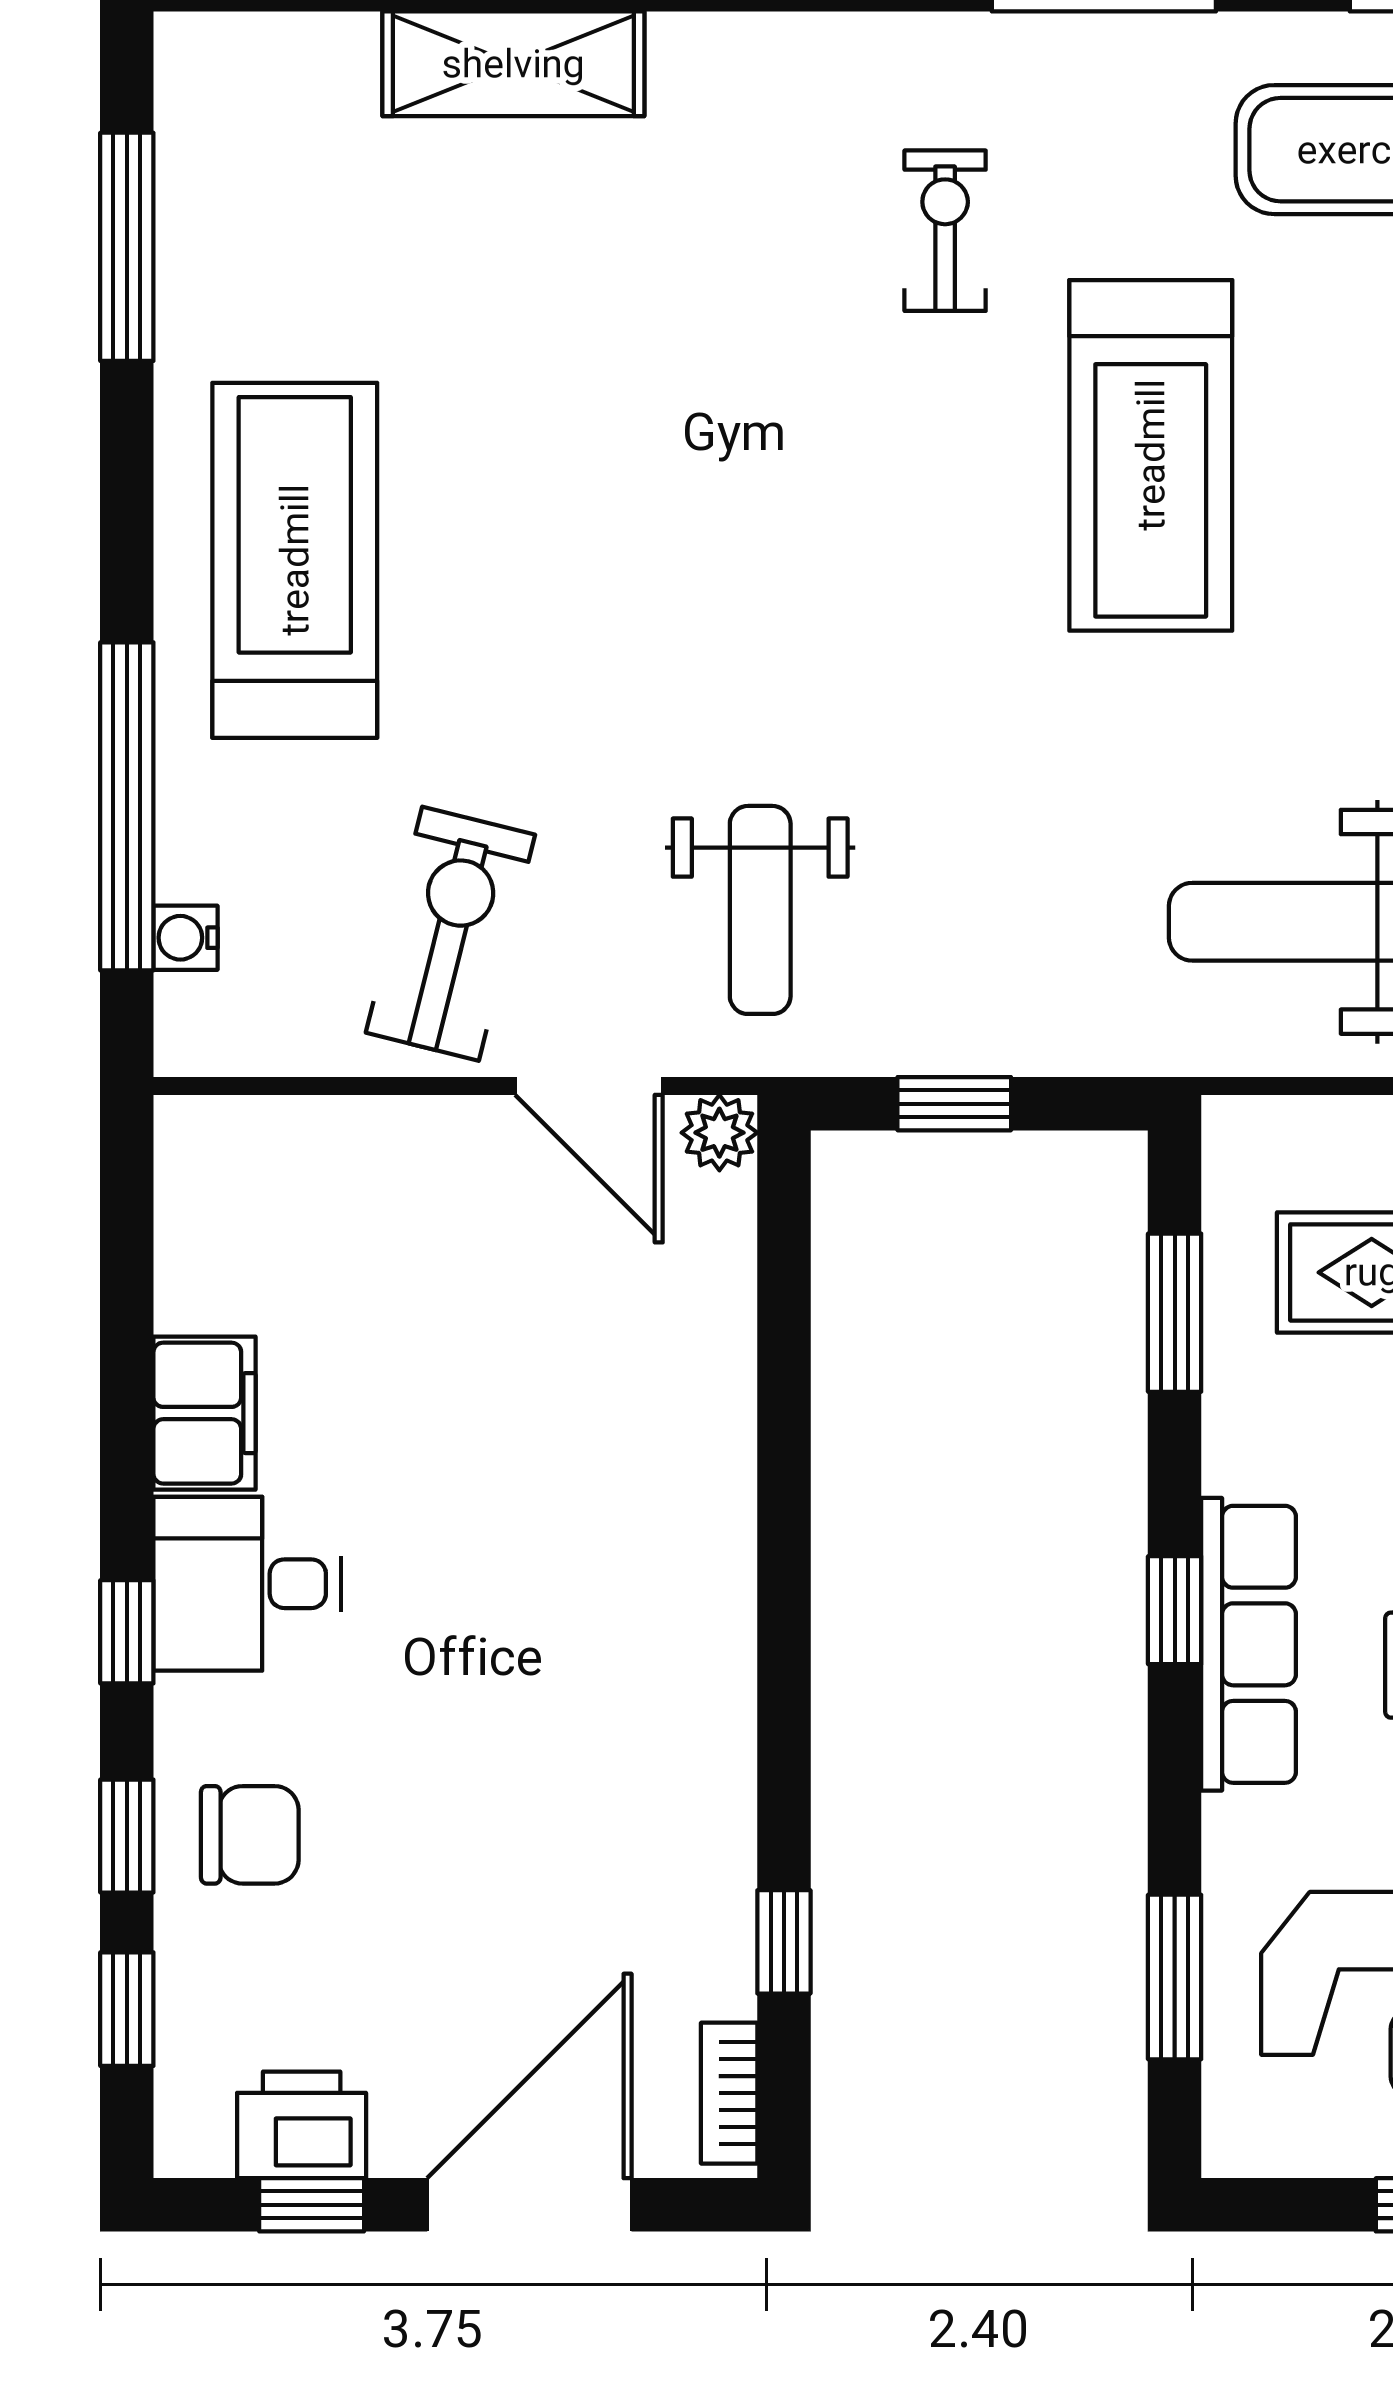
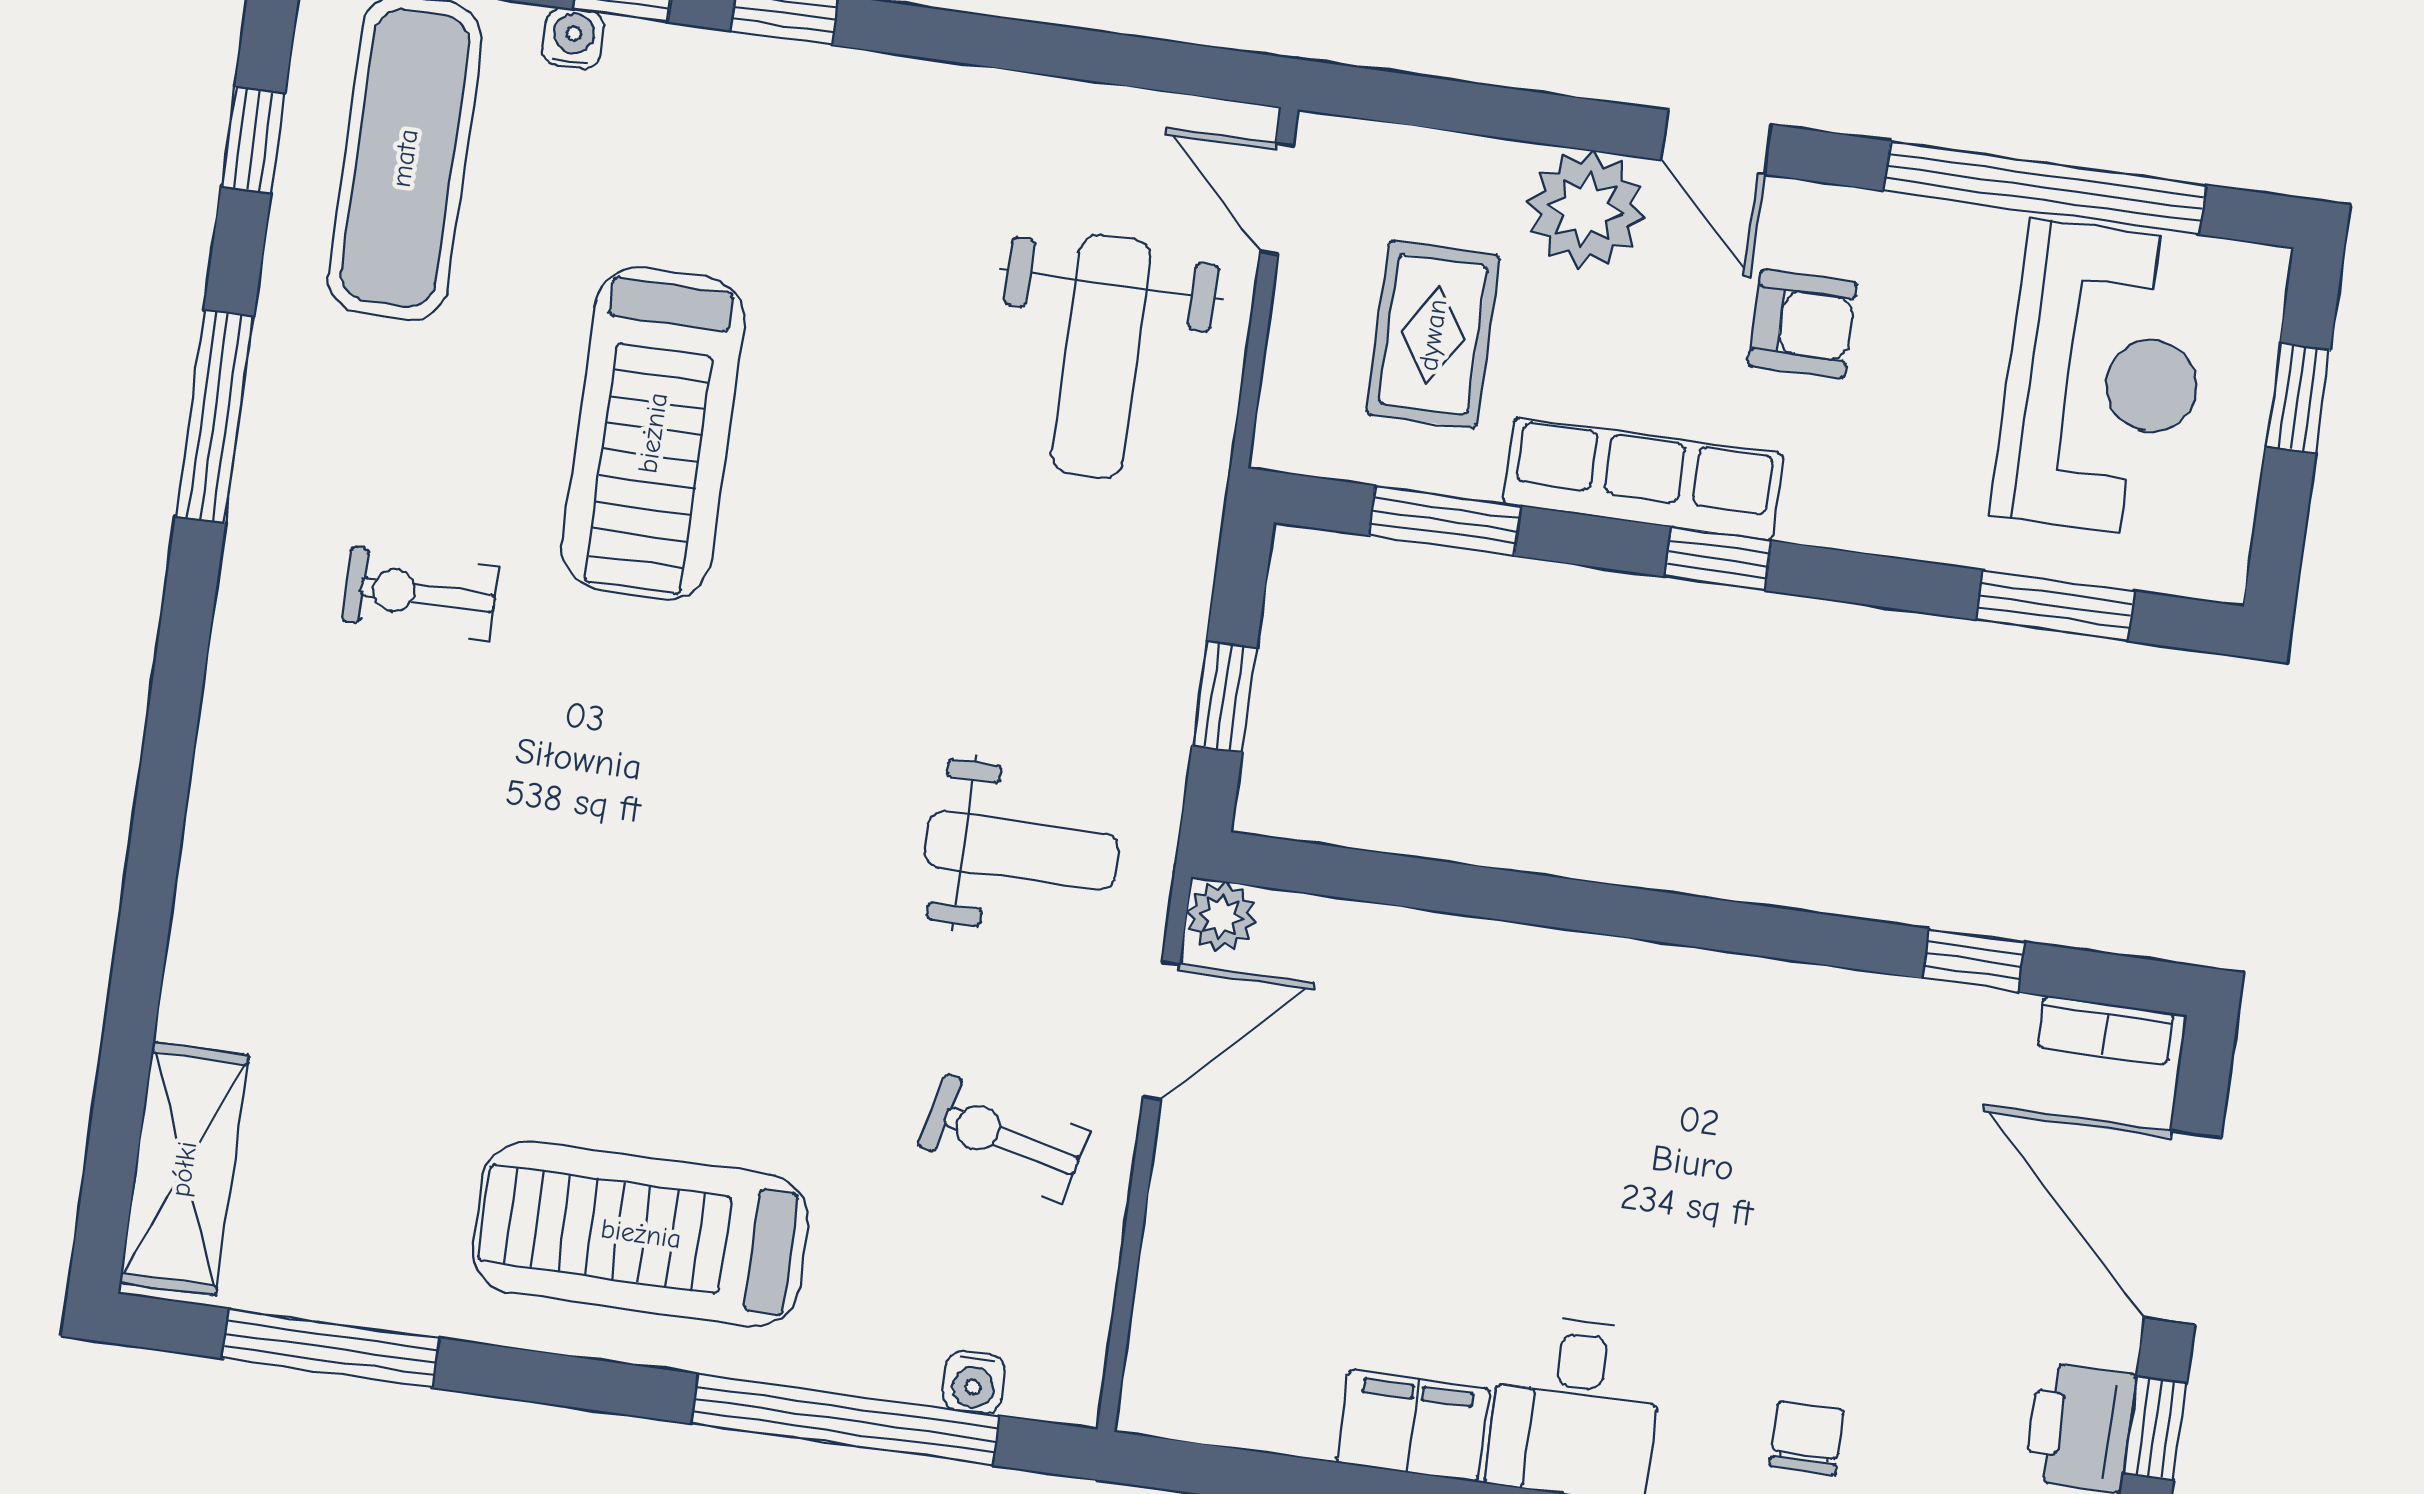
shelving: (513, 64) -> (184, 1169), moved
treadmill: (1151, 455) -> (653, 433), turned 90
exercise bike: (450, 934) -> (1004, 1138), width x0.73, depth x0.72
row of seats: (1249, 1644) -> (1643, 479), moved
chair: (250, 1835) -> (1807, 1438), width x0.73, depth x0.73

